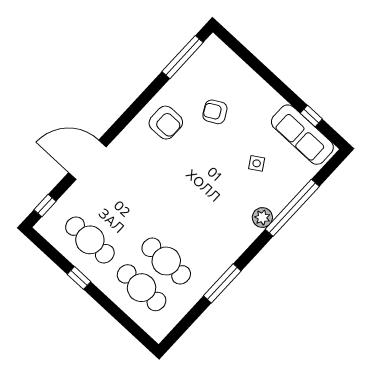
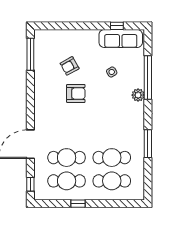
armchair: (166, 123) -> (76, 93), moved
cafe table: (115, 213) -> (67, 158), added

